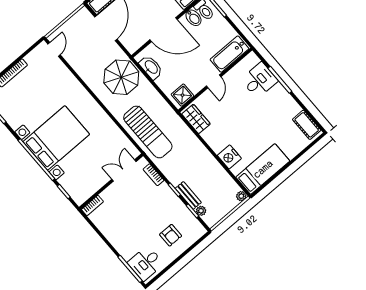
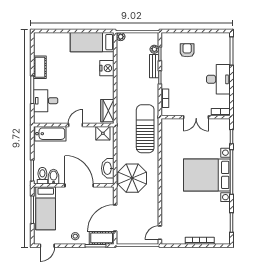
cot: (307, 125) -> (40, 67), moved
double door: (124, 170) -> (196, 117), moved
desk: (146, 263) -> (218, 79), moved, width x1.37

